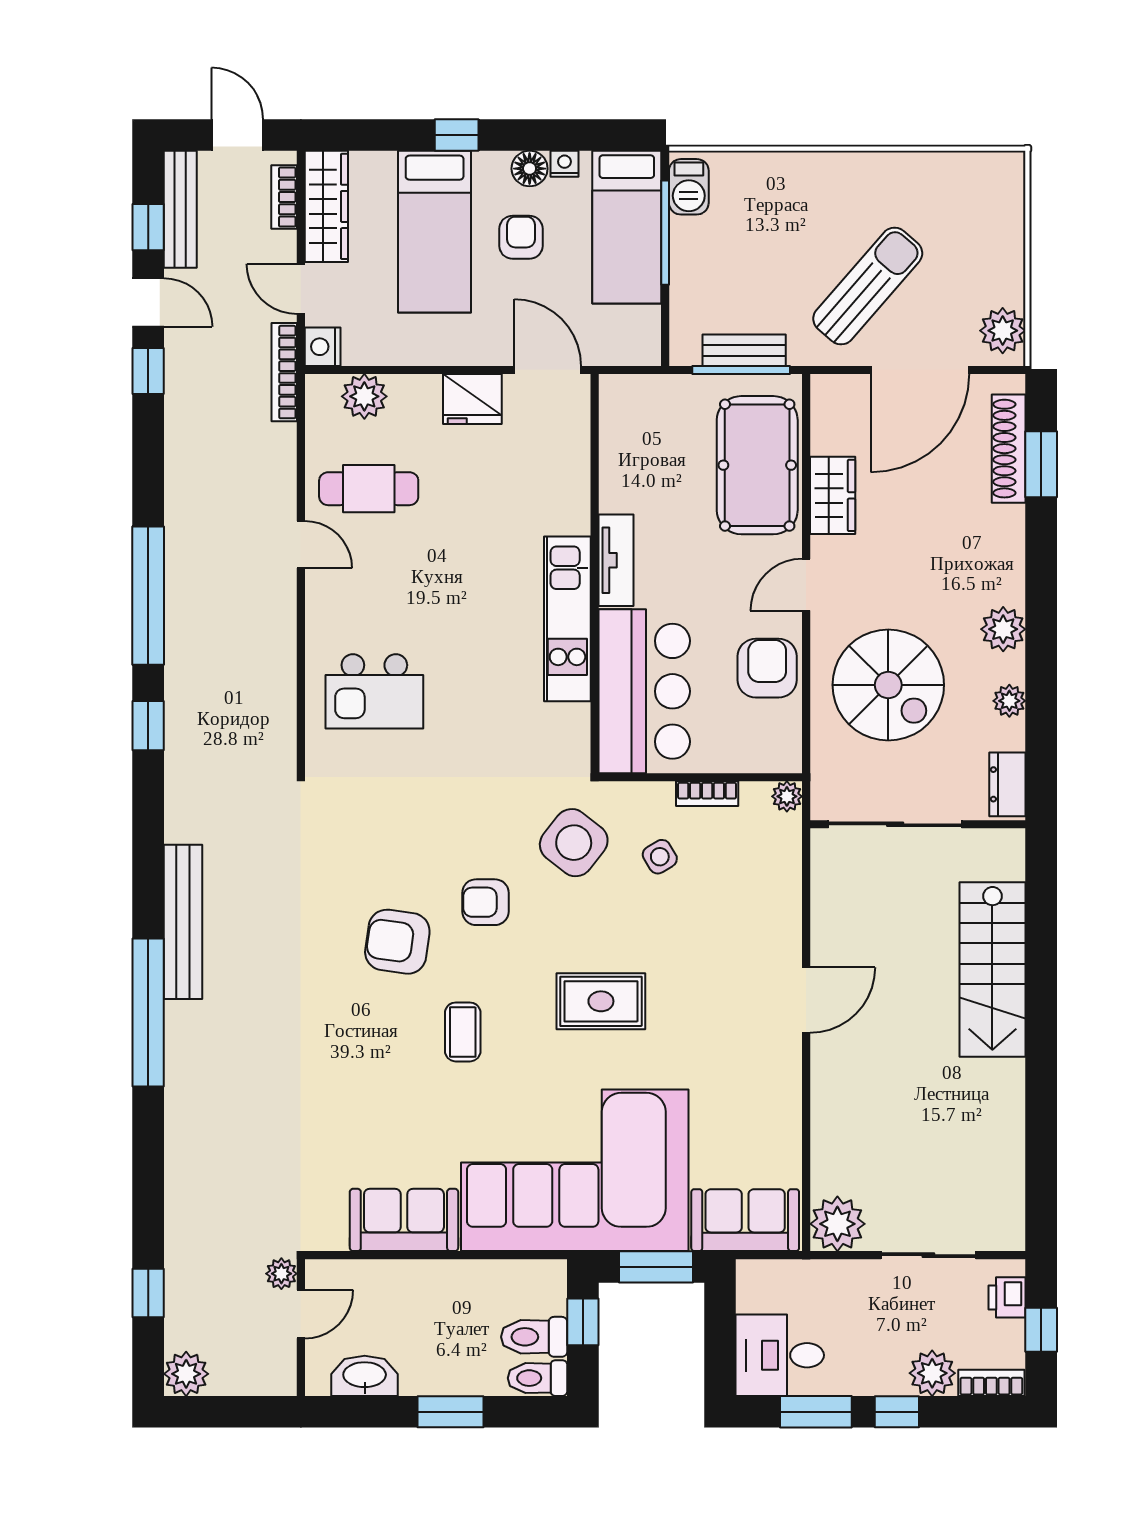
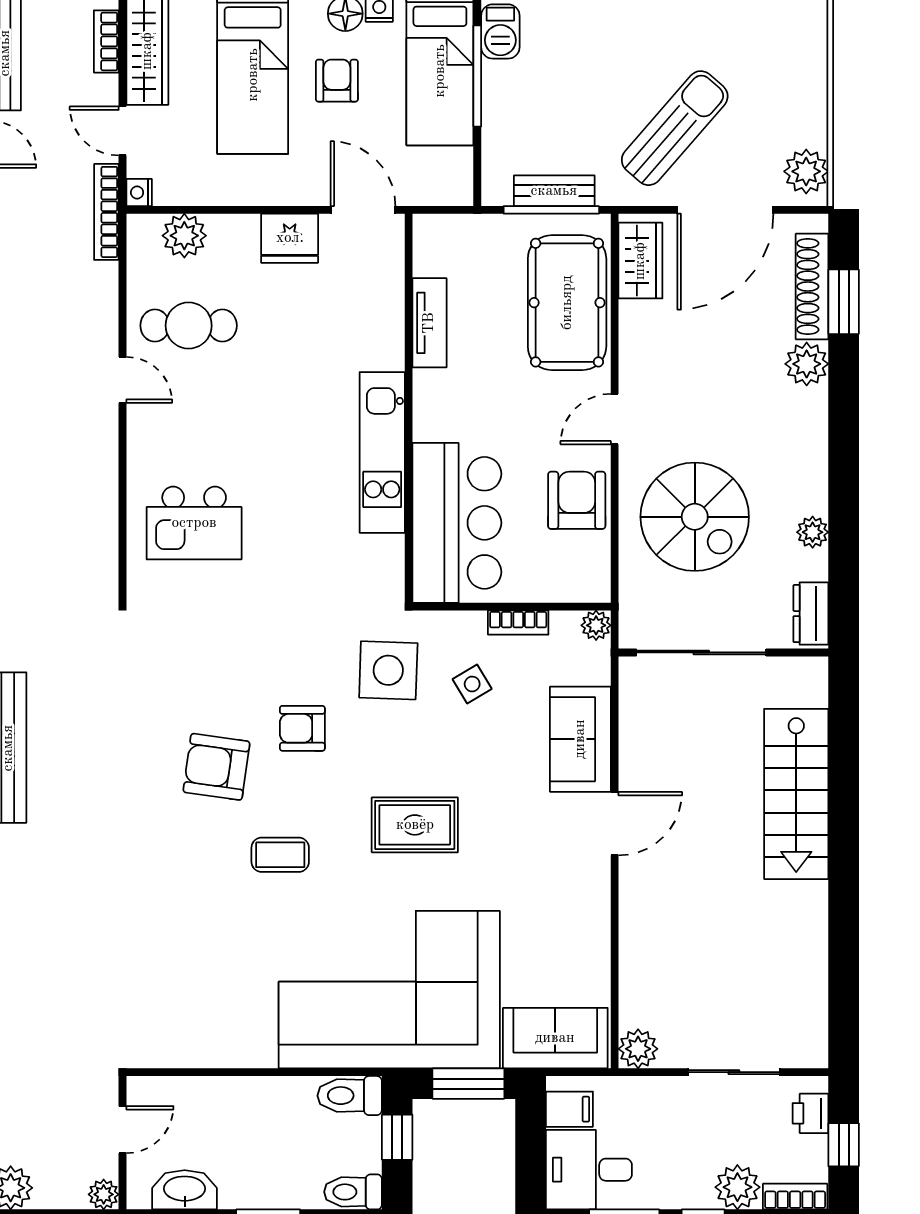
nightstand: (323, 347) -> (139, 192), width x0.72, depth x0.74
wardrobe: (833, 495) -> (640, 261), moved
tv unit: (616, 560) -> (429, 323), moved
plant: (1003, 629) -> (807, 364), moved
side table: (574, 843) -> (388, 670), turned -36
coffee table: (463, 1032) -> (280, 855), turned 90
sofa: (404, 1220) -> (580, 739), moved, turned -90
plant: (837, 1224) -> (638, 1049), width x0.73, depth x0.73
plant: (281, 1274) -> (104, 1194), moved
filing cabinet: (760, 1293) -> (569, 1109), added
toilet: (534, 1337) -> (350, 1096), moved

